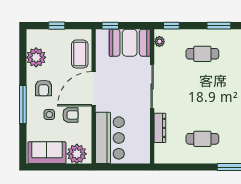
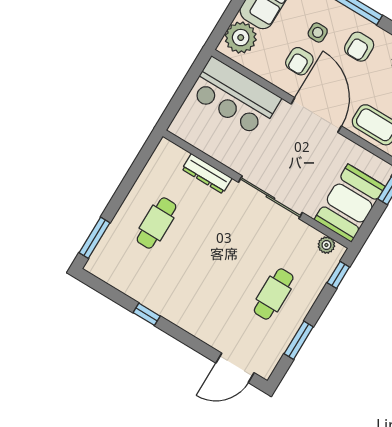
armchair: (44, 88) -> (359, 47), turned -90

